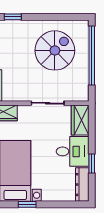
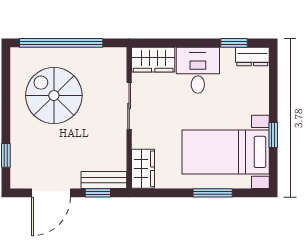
window: (92, 164) -> (234, 43), moved
dresser: (82, 185) -> (252, 56), width x0.70

